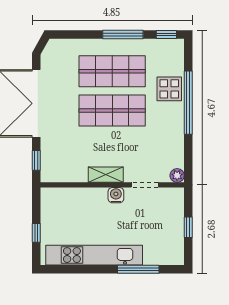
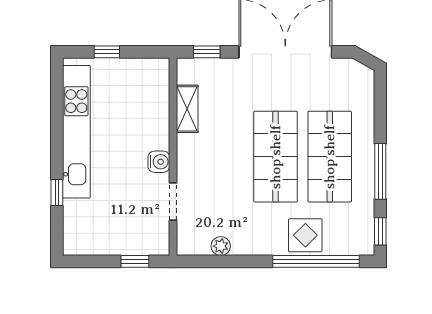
window: (188, 103) -> (316, 261), moved
shelving: (106, 175) -> (187, 109), moved
plant: (177, 175) -> (221, 246), moved
window: (188, 227) -> (135, 261), moved
window: (138, 269) -> (57, 193), width x0.46

